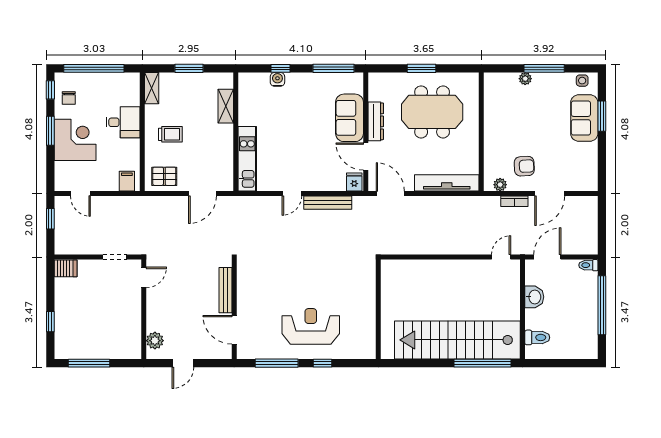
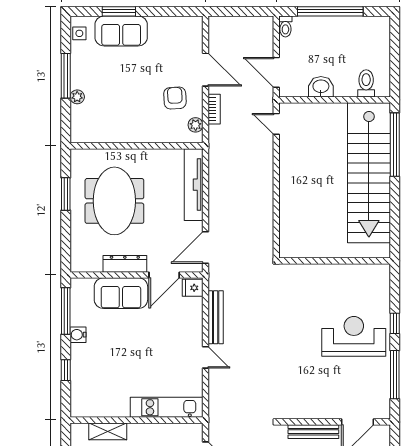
window: (422, 68) -> (66, 194), moved
water cooler: (277, 79) -> (78, 335), moved
reception desk: (311, 326) -> (354, 336), turned 90

